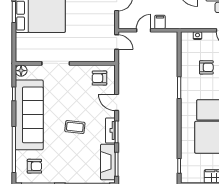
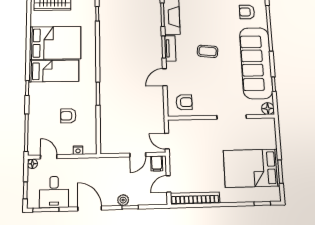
filing cabinet: (160, 22) -> (157, 163), moved
door: (117, 102) -> (165, 77), swing flipped

